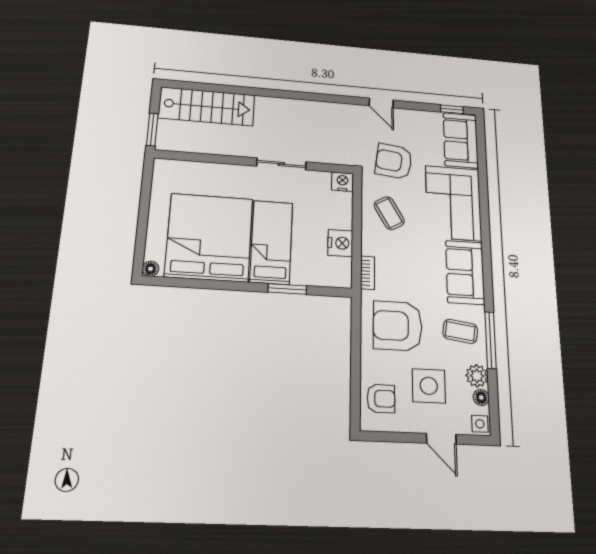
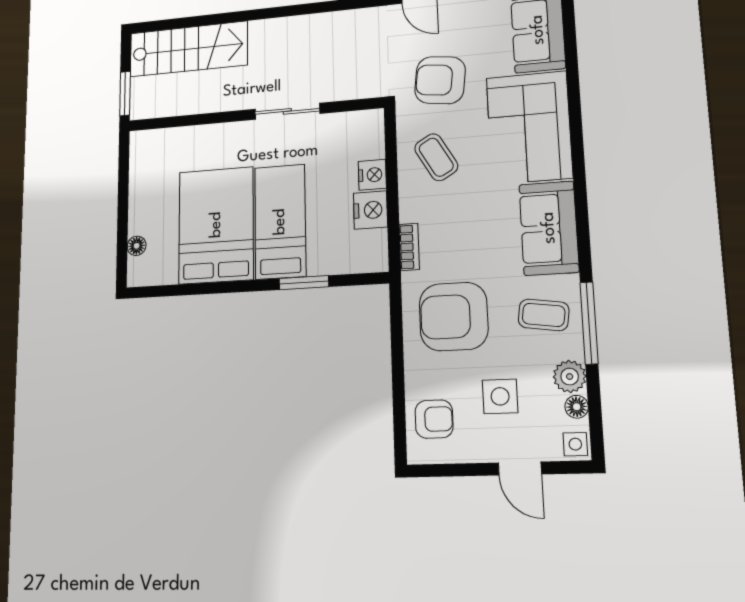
nightstand: (342, 182) -> (372, 175), moved, turned 90
bed: (209, 237) -> (216, 225), width x0.73
floor lamp: (151, 269) -> (137, 246), moved
side table: (429, 386) -> (500, 396), width x0.73, depth x0.73

